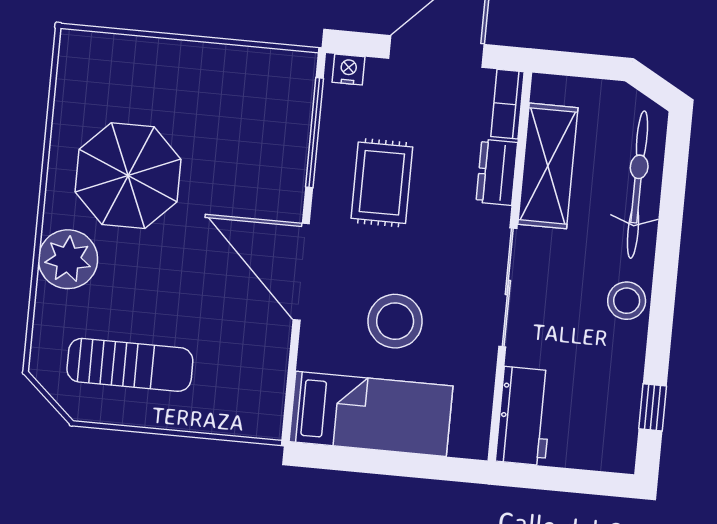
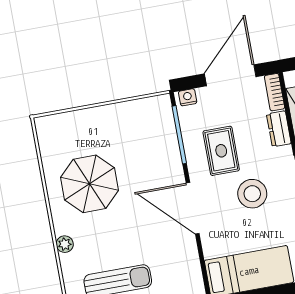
plant: (68, 259) -> (65, 244), width x0.53, depth x0.53
stool: (395, 321) -> (252, 194), moved

